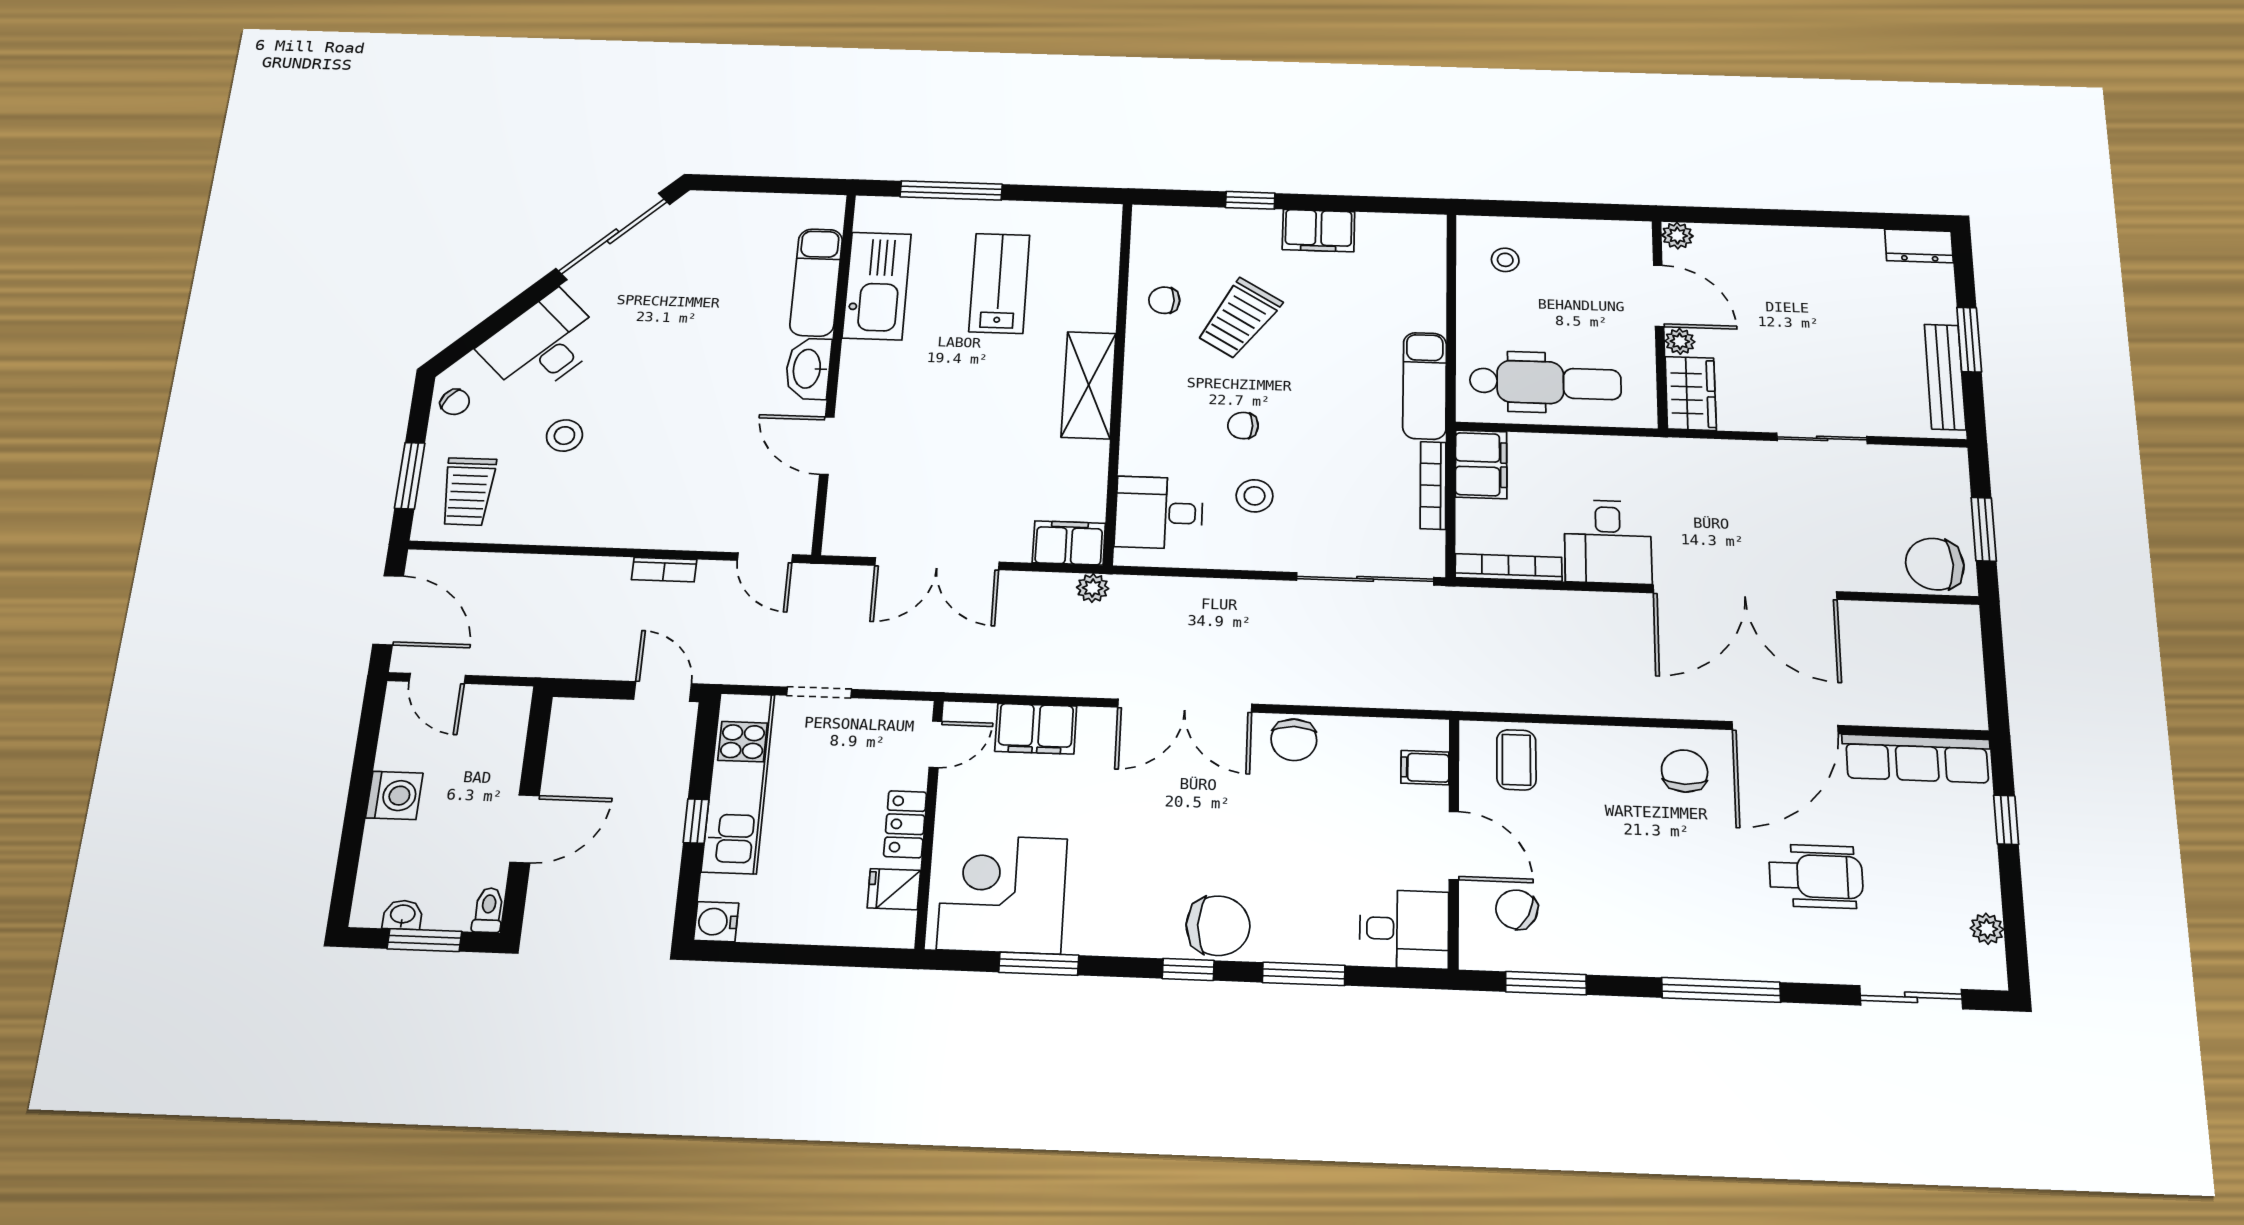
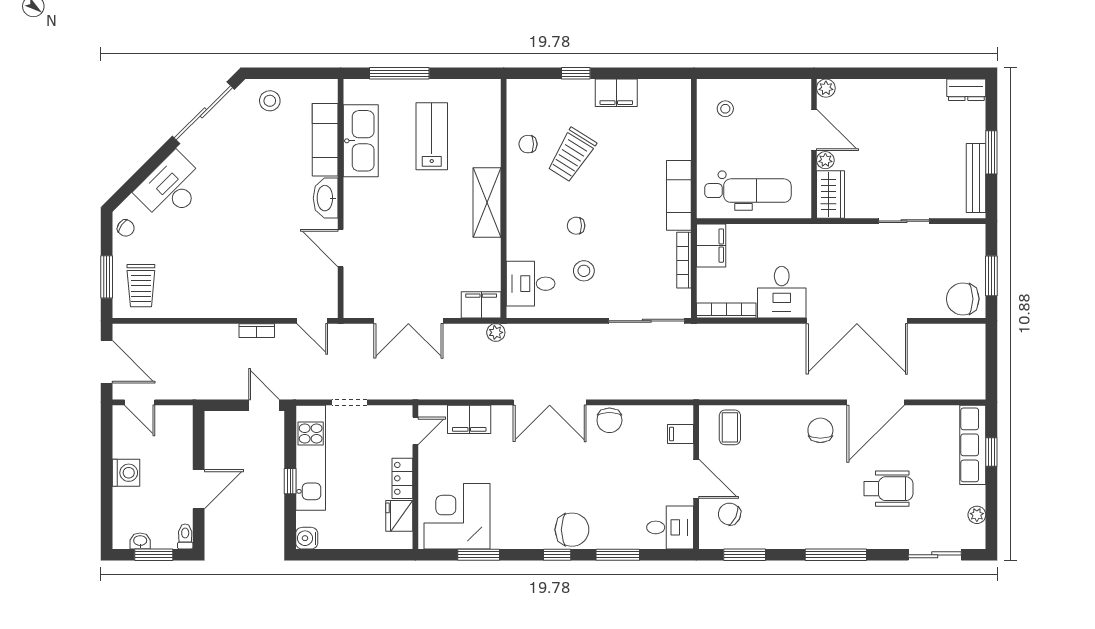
stool: (564, 436) -> (270, 101), moved
row of seats: (1917, 759) -> (973, 445), moved, turned 90
fridge: (894, 889) -> (399, 516), width x1.38

